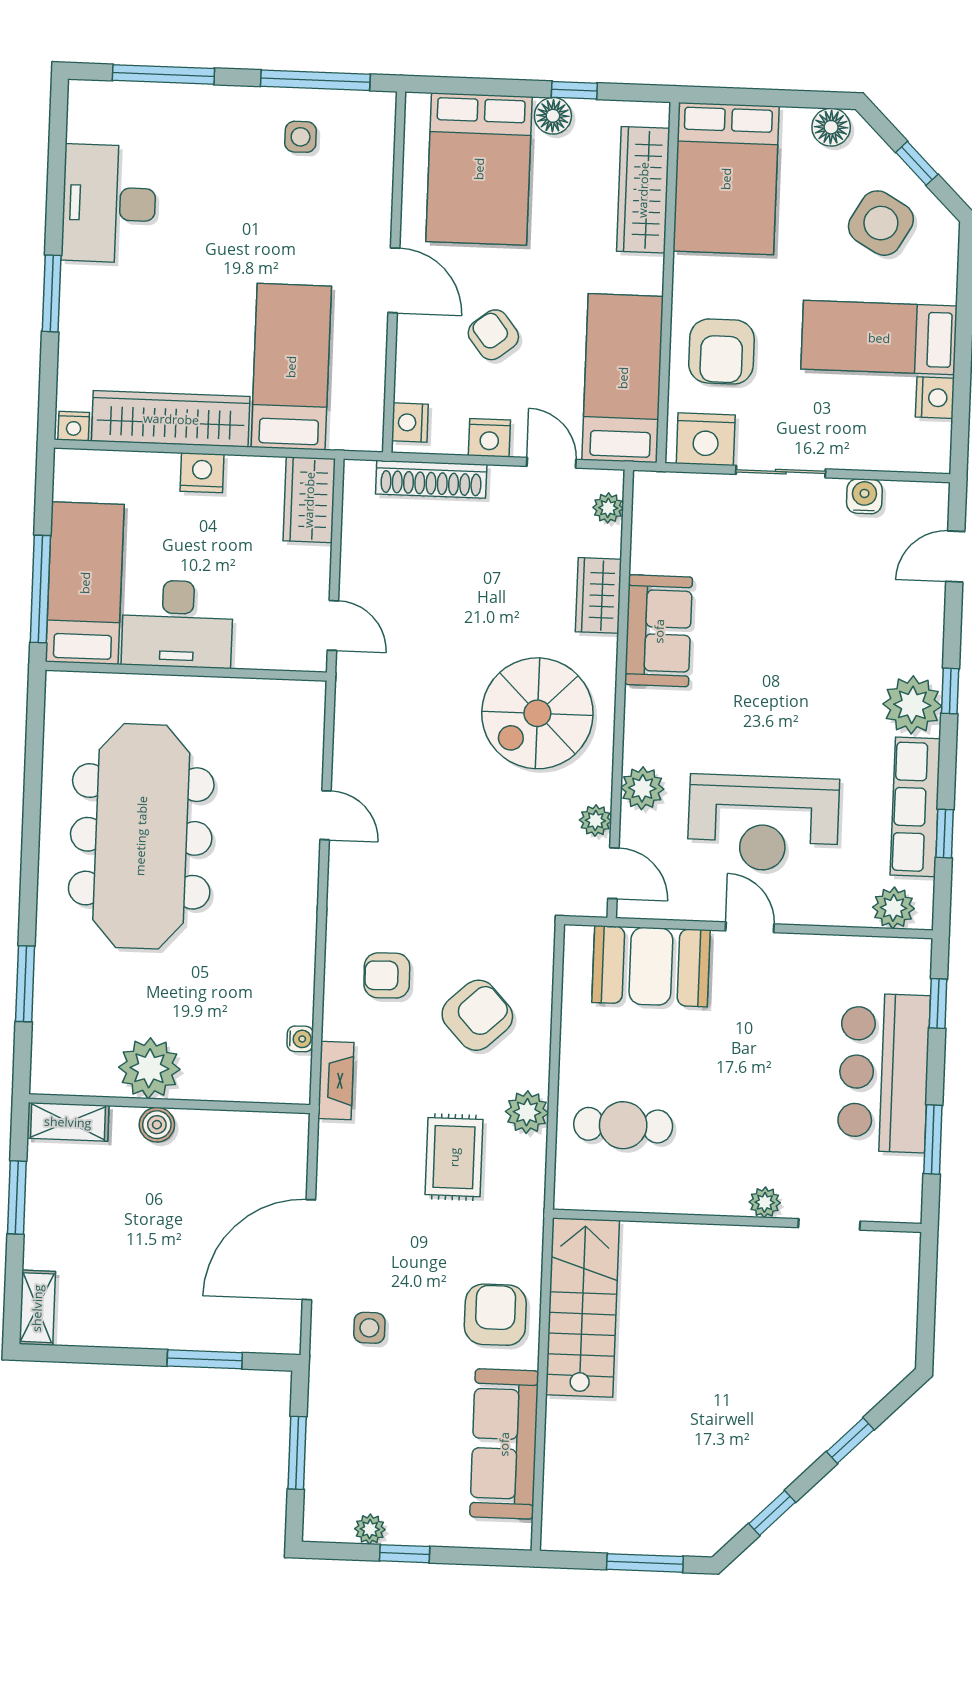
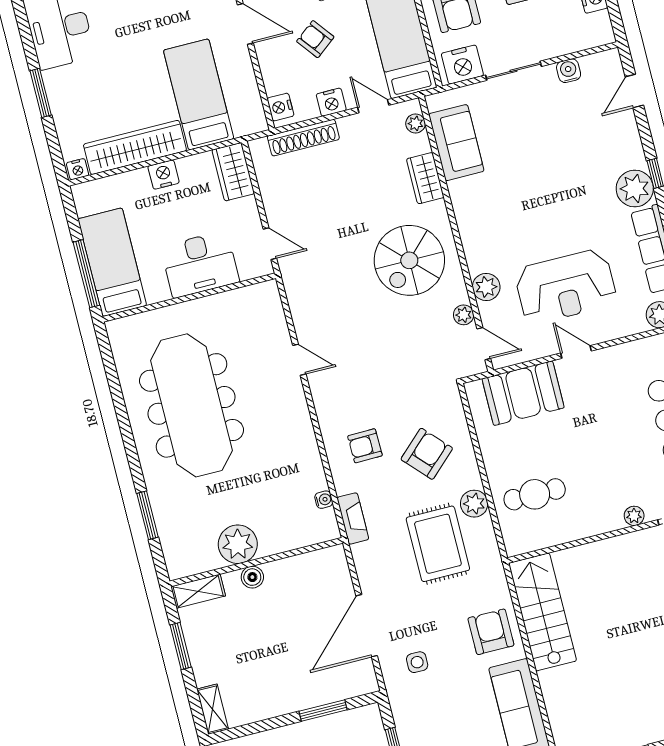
desk: (177, 624) -> (200, 264), moved
sofa: (659, 631) -> (456, 143), moved
rug: (454, 1157) -> (438, 544), width x1.36, depth x1.43

